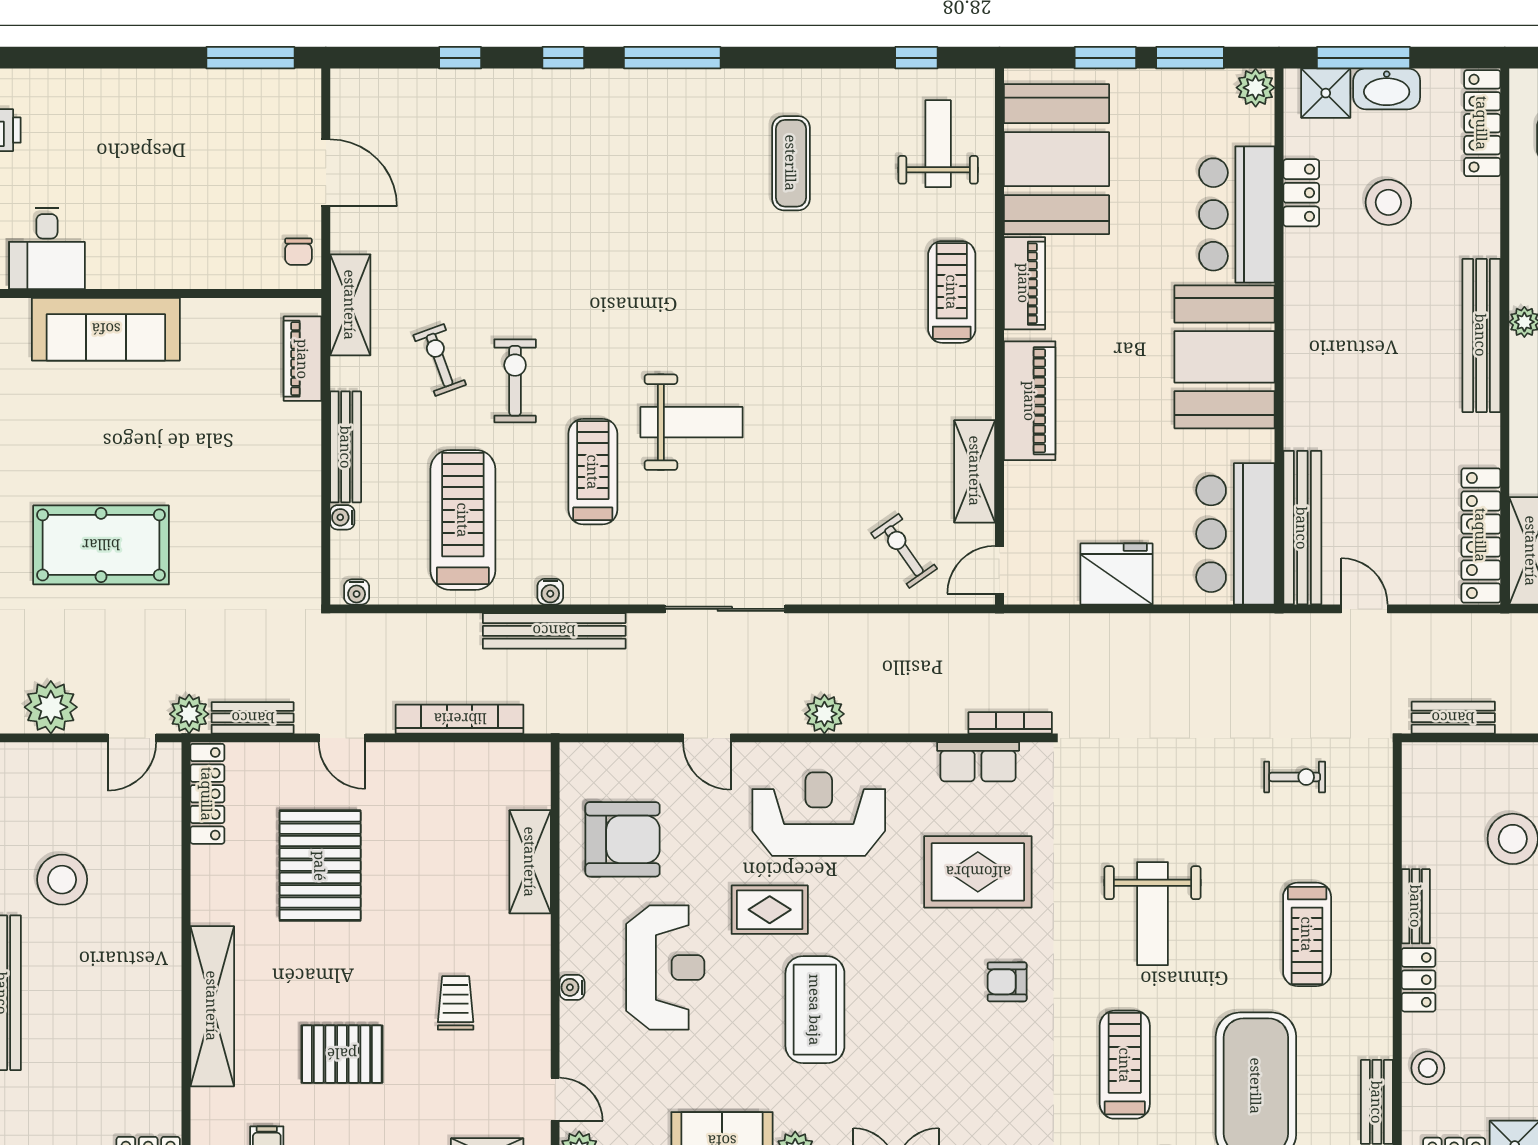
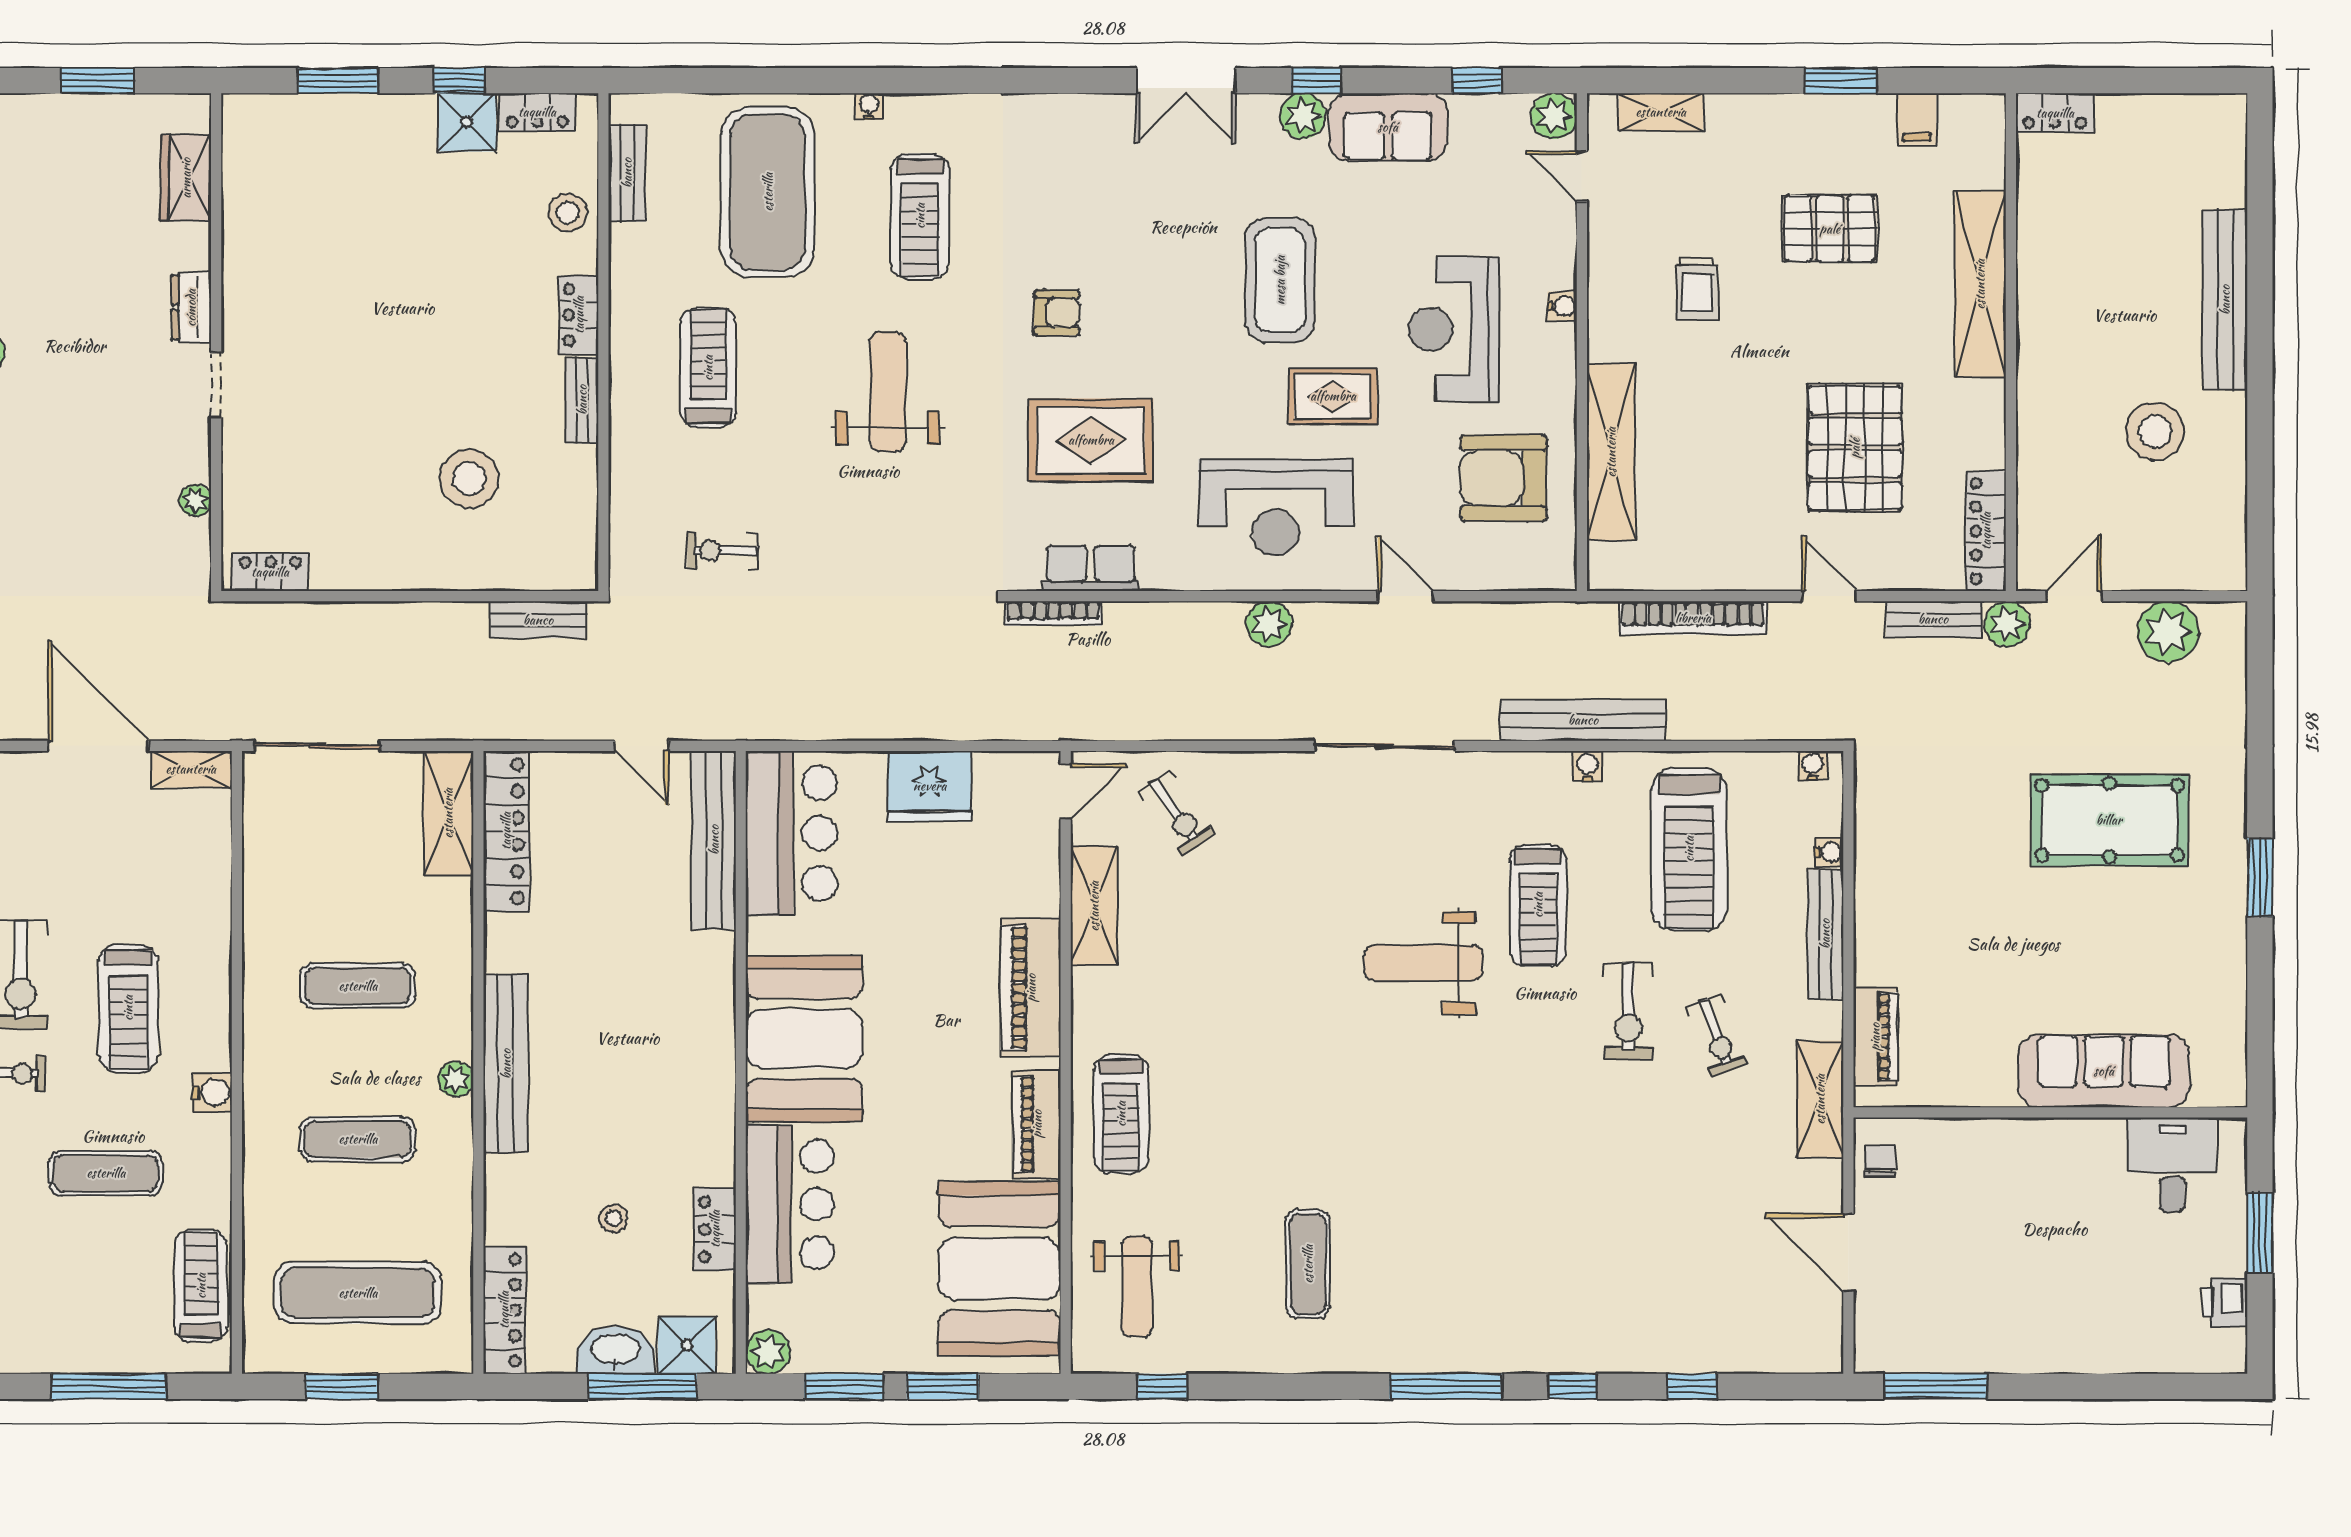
stool: (1388, 202) -> (614, 1218), width x0.53, depth x0.53
shelving: (530, 862) -> (1611, 452), width x1.47

